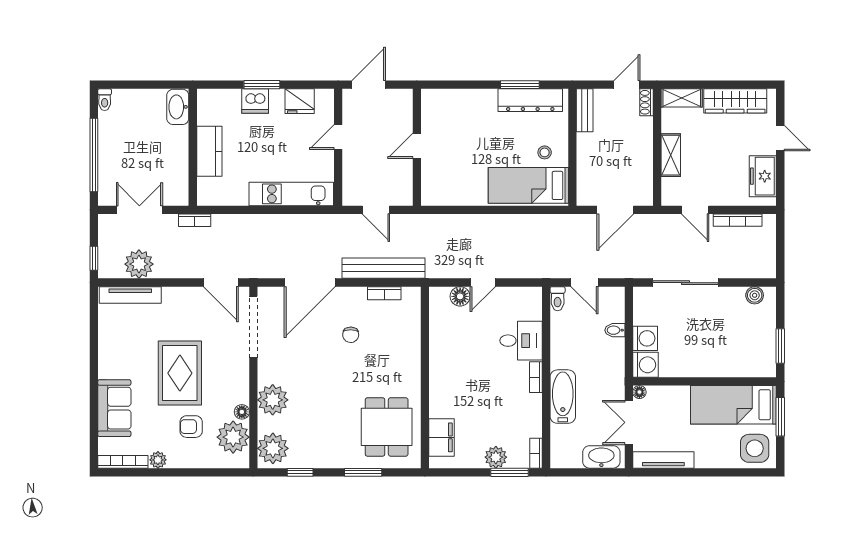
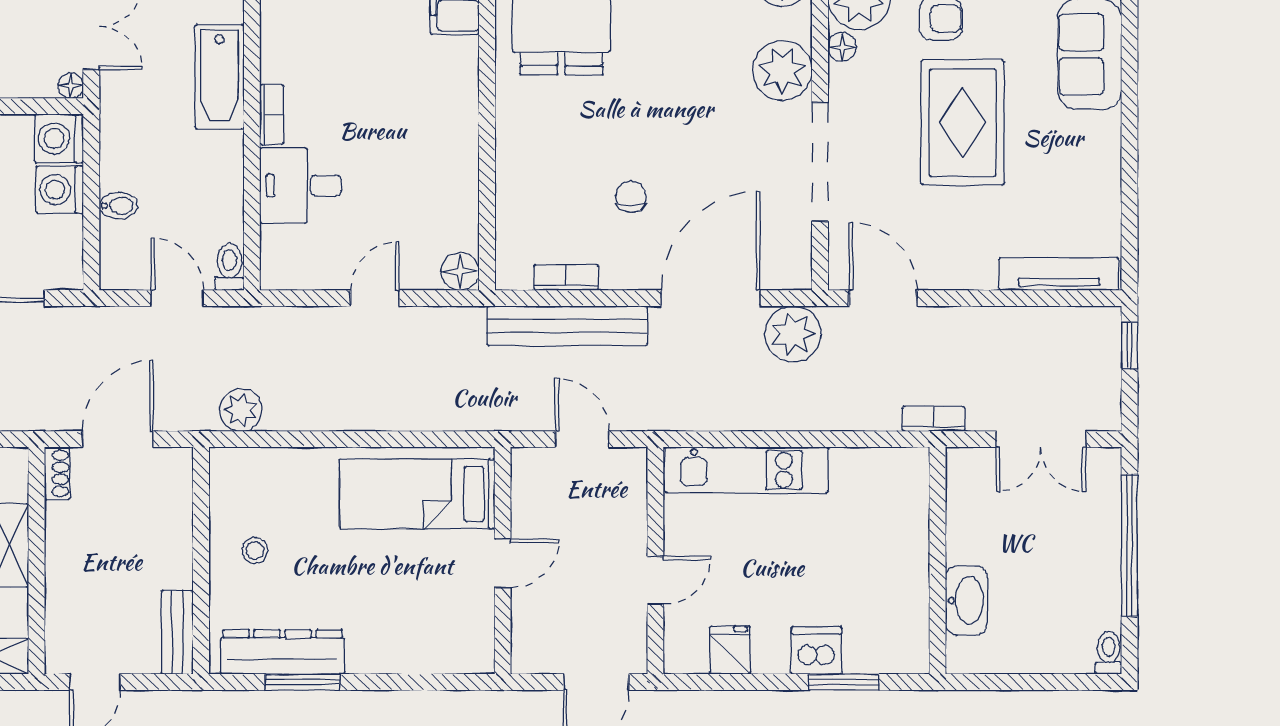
window: (262, 85) -> (844, 682), moved
fridge: (300, 101) -> (730, 650), width x0.72
shoe rack: (646, 102) -> (57, 473), moved
washbasin: (178, 107) -> (966, 600), moved
kitchen counter: (209, 151) -> (905, 553), removed
bed: (528, 185) -> (417, 494), moved, turned 180
plant: (552, 225) -> (241, 410), added
plant: (139, 264) -> (793, 334), moved
floor lamp: (460, 296) -> (460, 271), moved
doorway: (253, 327) -> (820, 162), moved

